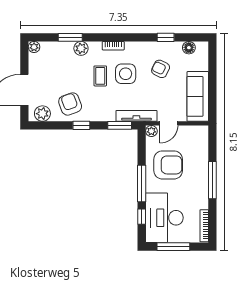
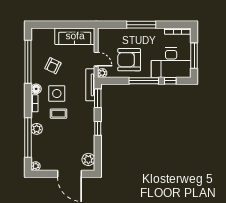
window: (70, 37) -> (28, 137), width x2.11
window: (166, 37) -> (28, 62), width x3.17
floor lamp: (189, 48) -> (36, 89), moved
armchair: (70, 104) -> (81, 138), removed
armchair: (168, 165) -> (129, 60), turned -90

